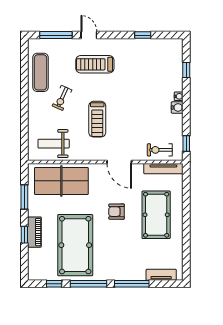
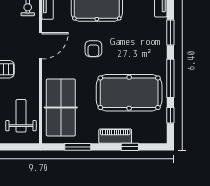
weight bench: (54, 144) -> (21, 116), turned 180
window: (24, 235) -> (130, 147), moved
window: (132, 284) -> (170, 32), width x0.69

